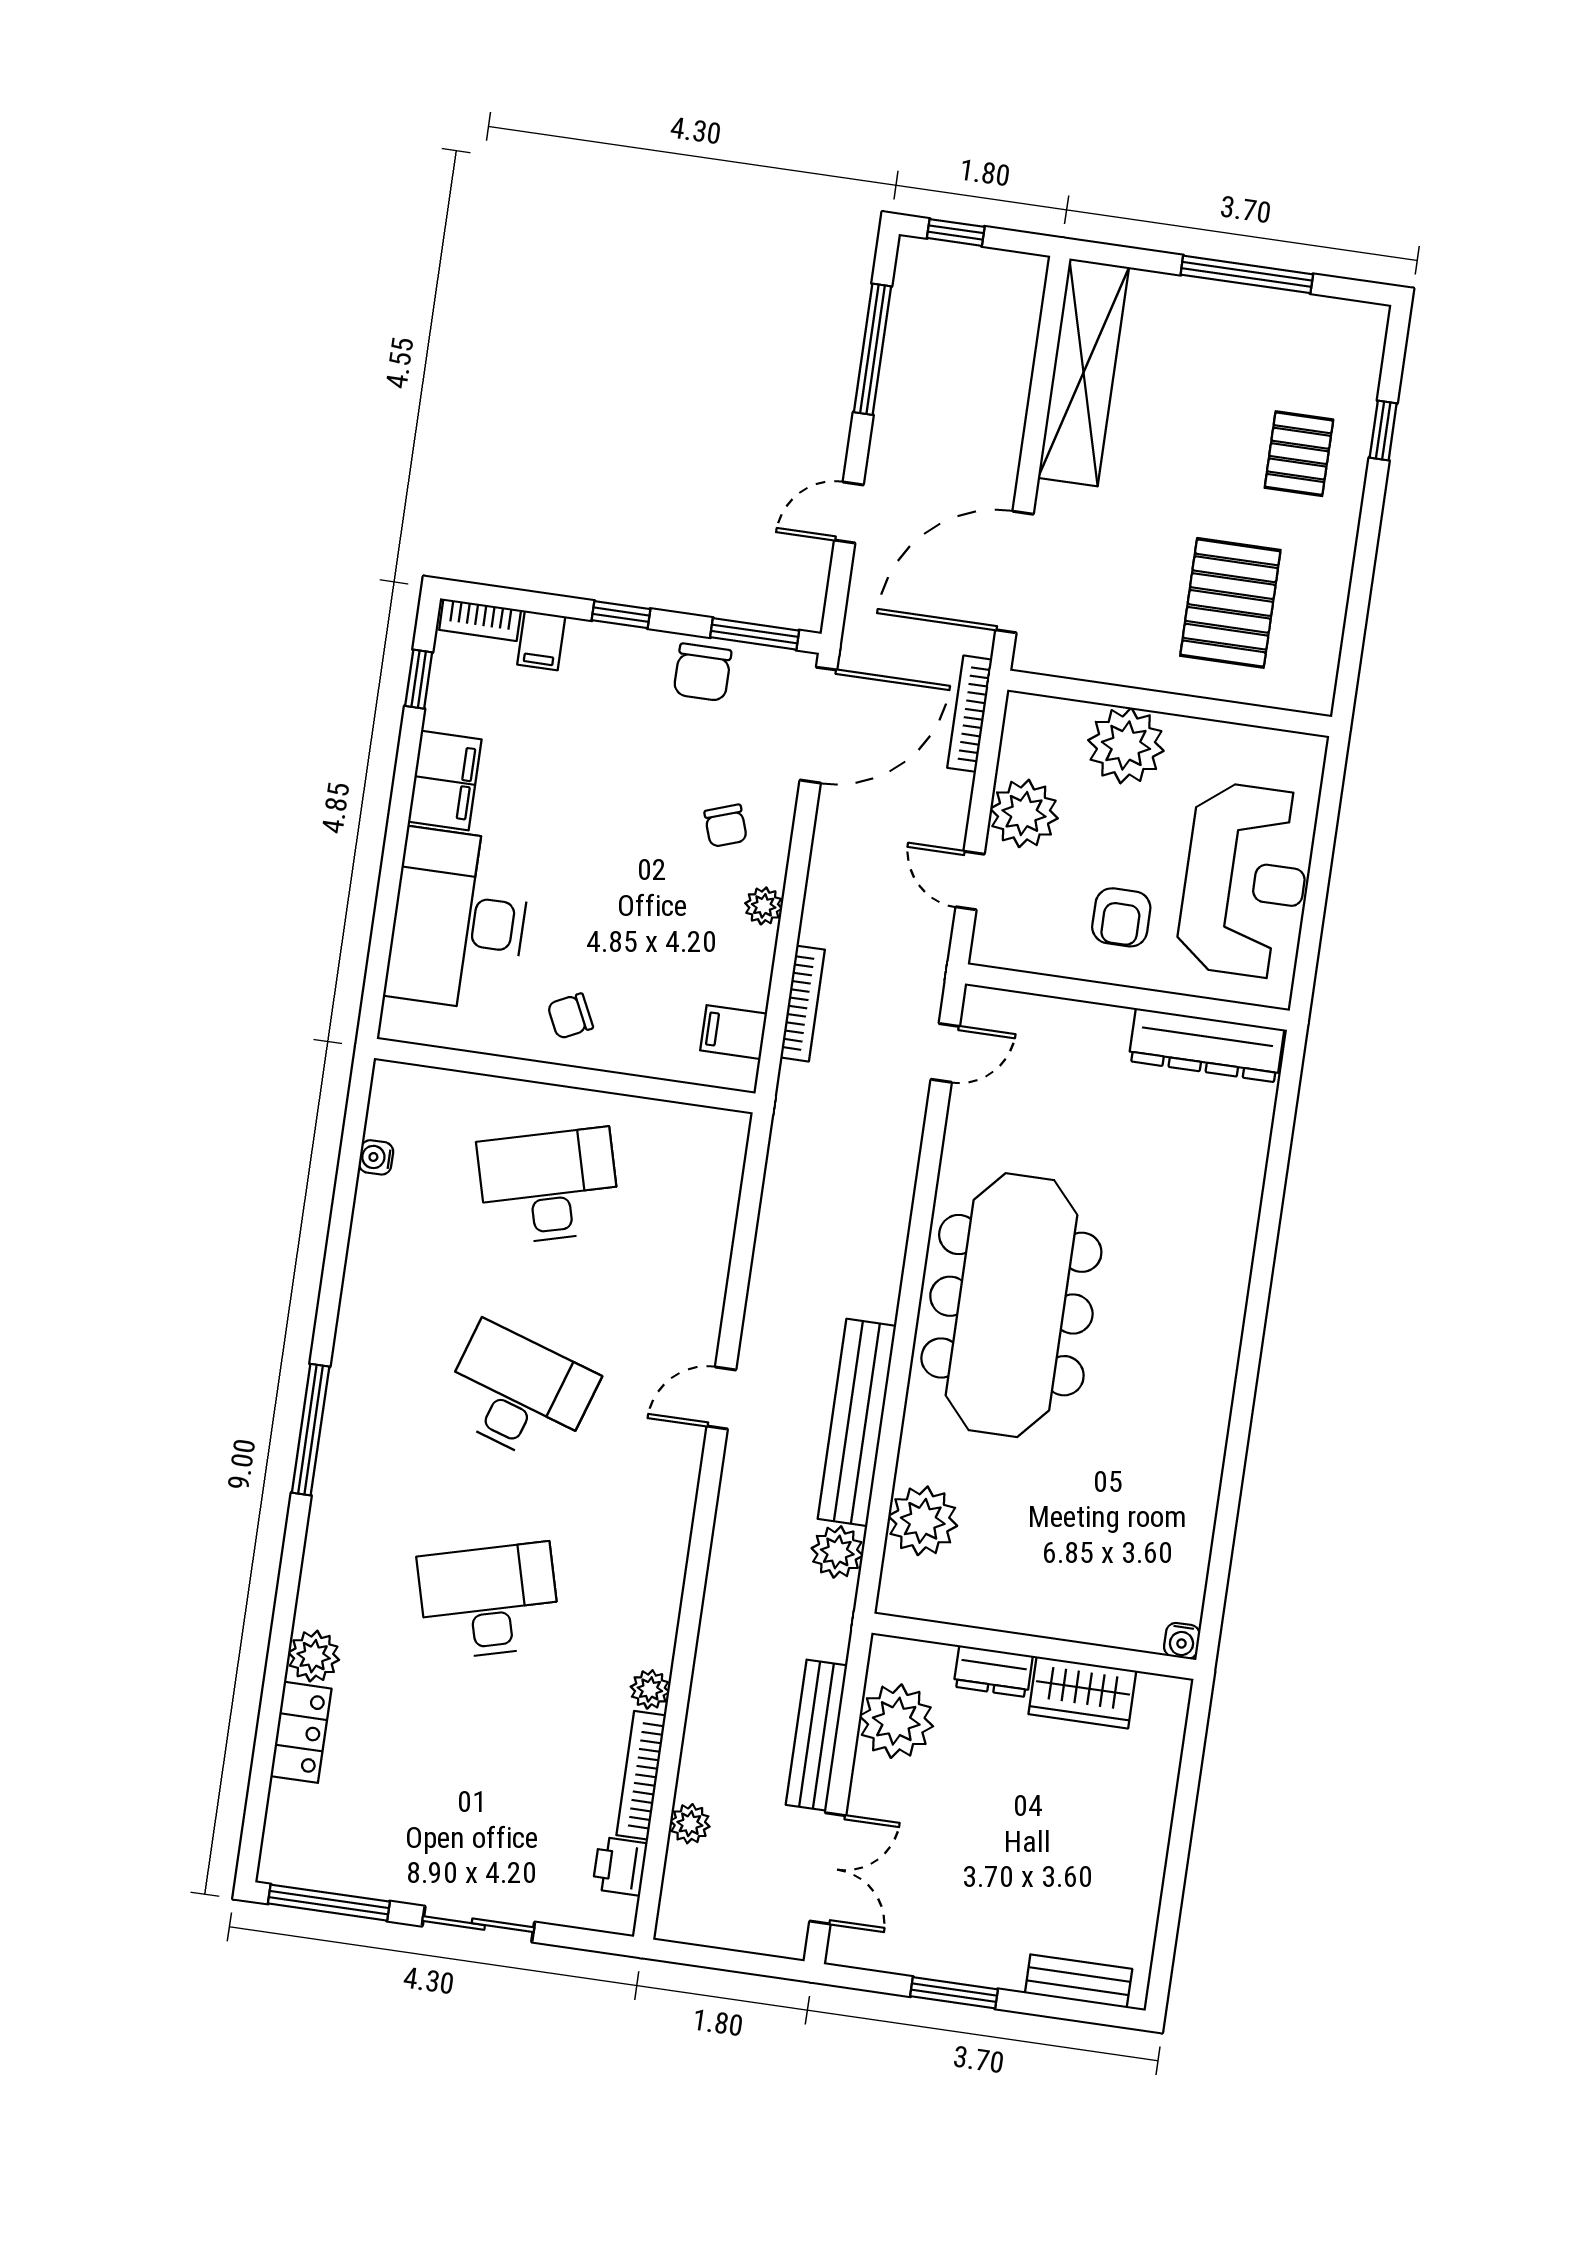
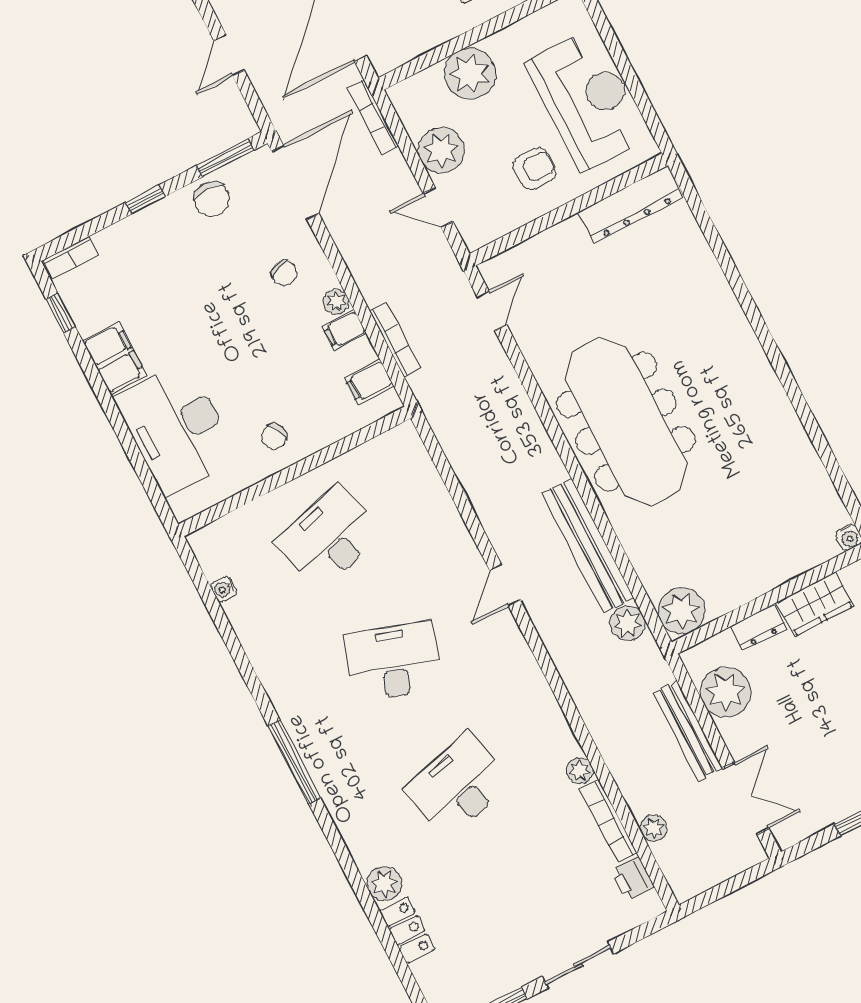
filing cabinet: (541, 640) -> (344, 330), moved, turned 90
armchair: (1121, 917) -> (534, 169), turned -90
plant: (923, 1521) -> (682, 611), moved

